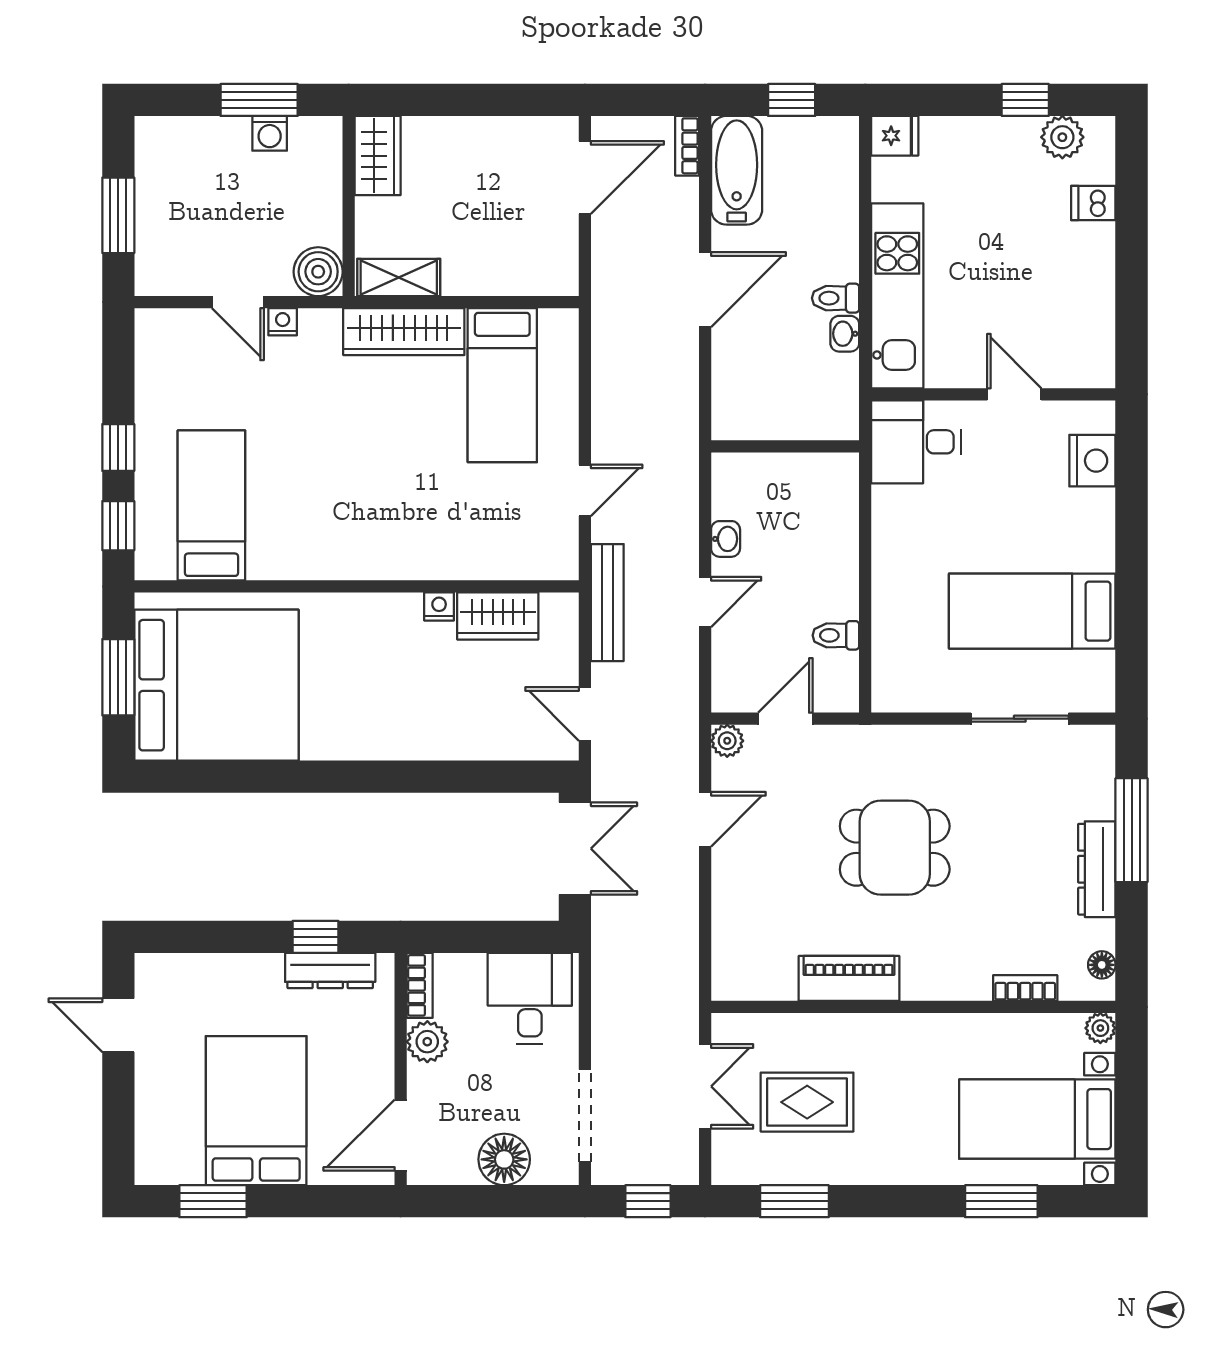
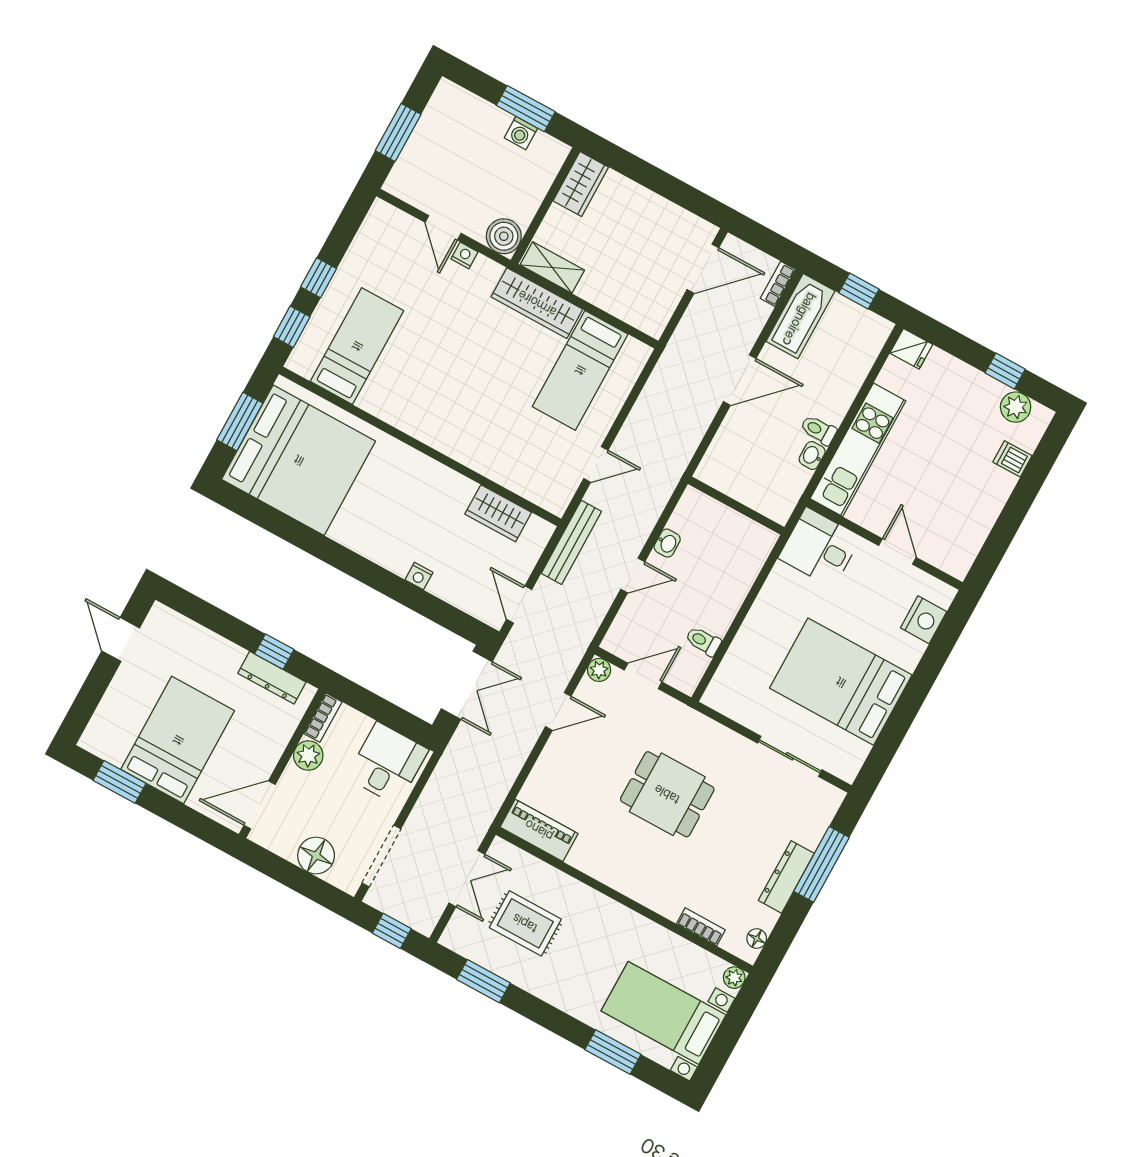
nightstand: (439, 607) -> (419, 576), moved, turned 180
bed: (1032, 611) -> (841, 682), width x1.50
piano: (849, 978) -> (539, 830), moved

